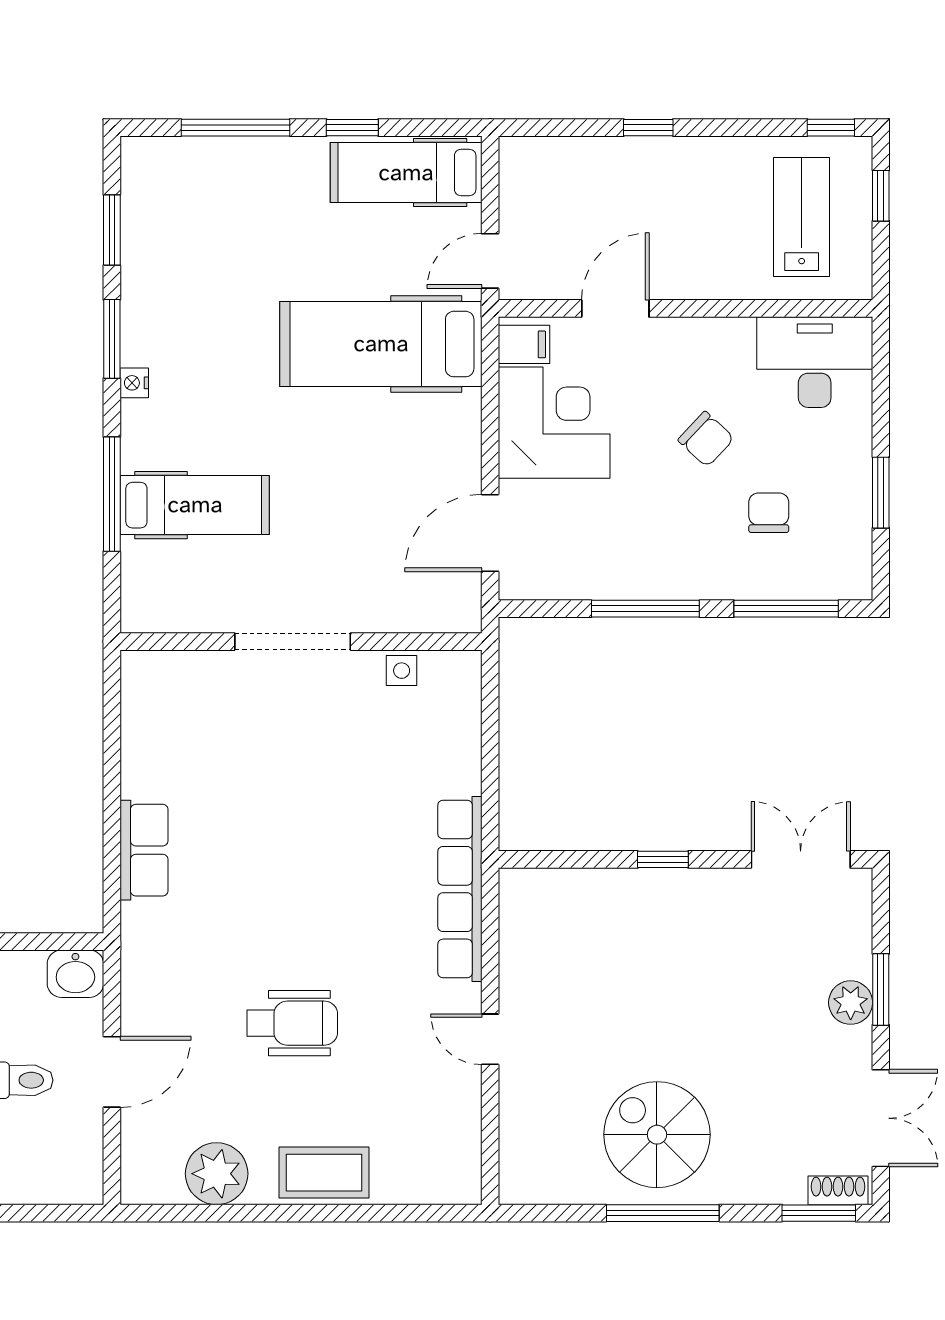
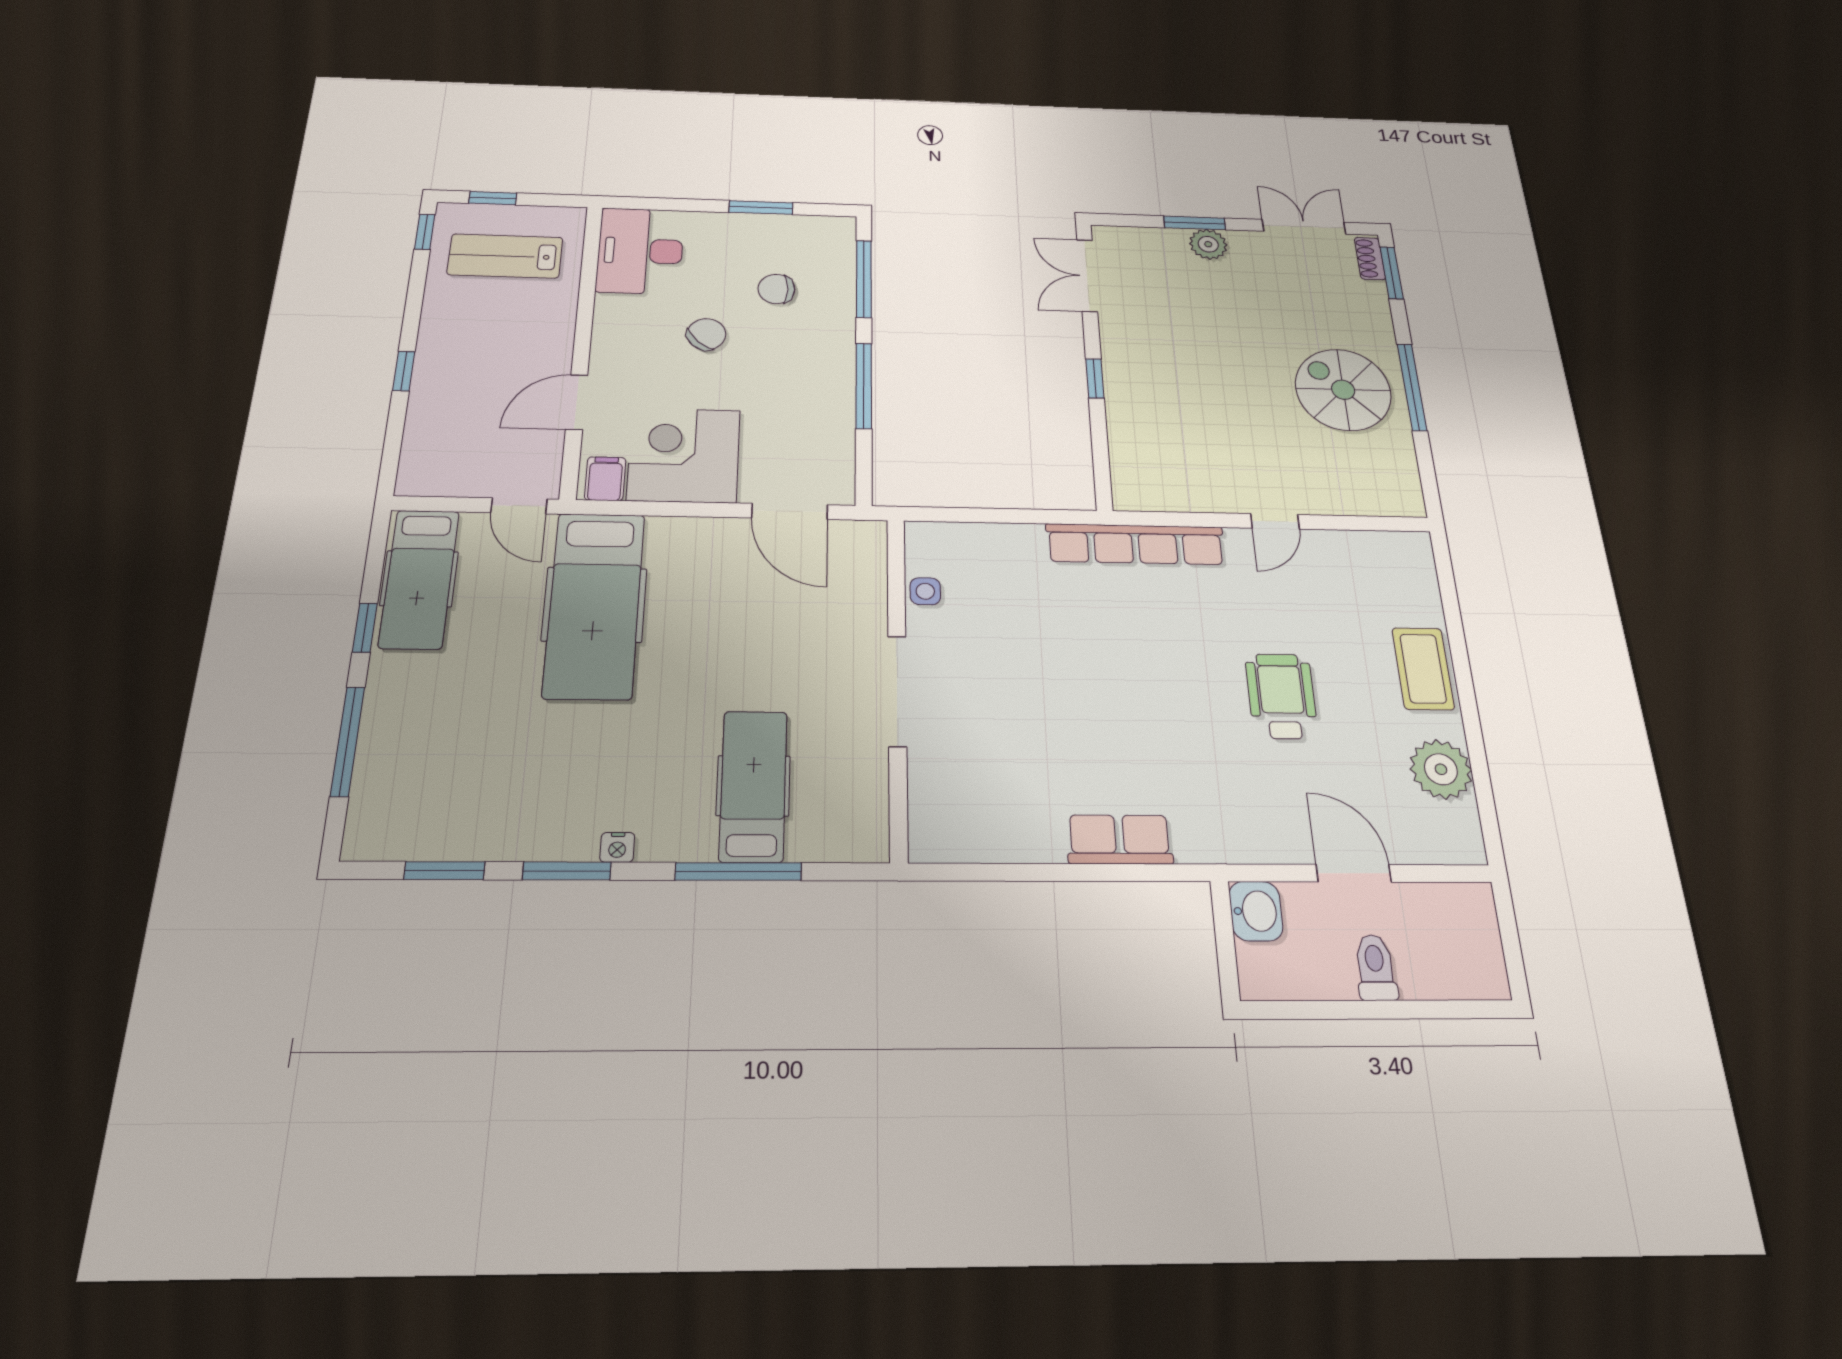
door: (615, 308) -> (577, 402), hinge flipped
spiral stairs: (657, 1135) -> (1343, 390), turned 90

